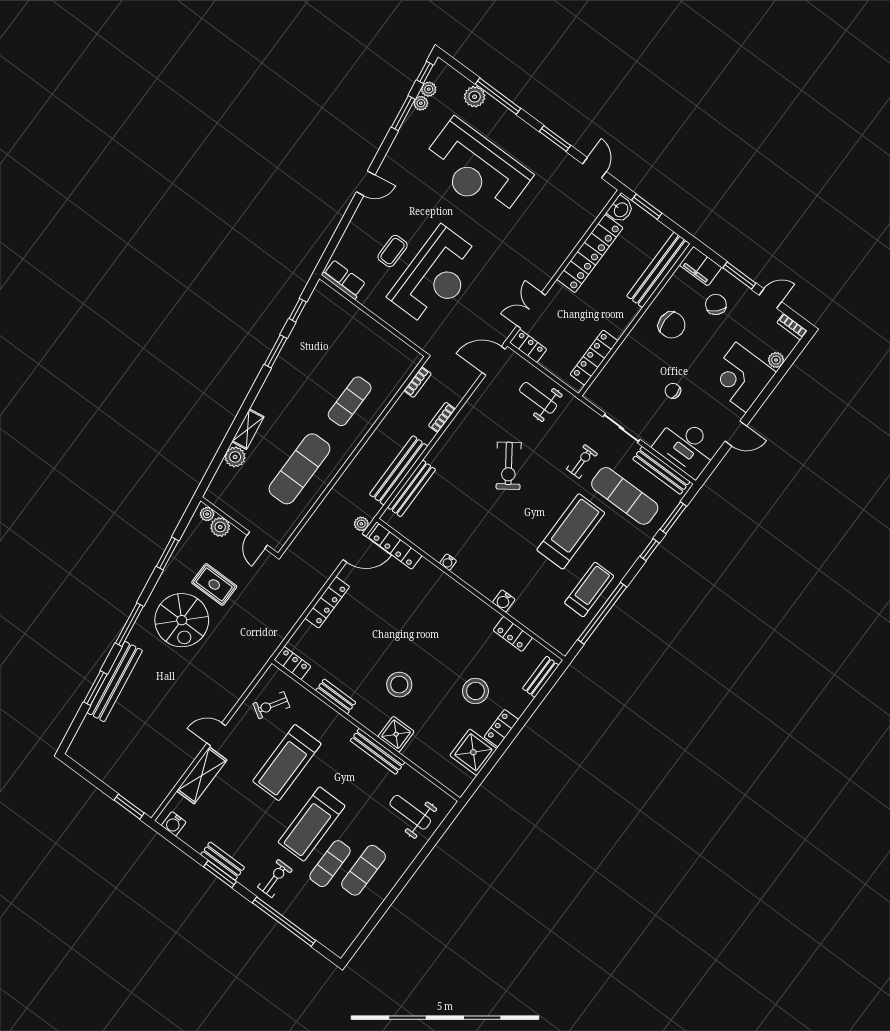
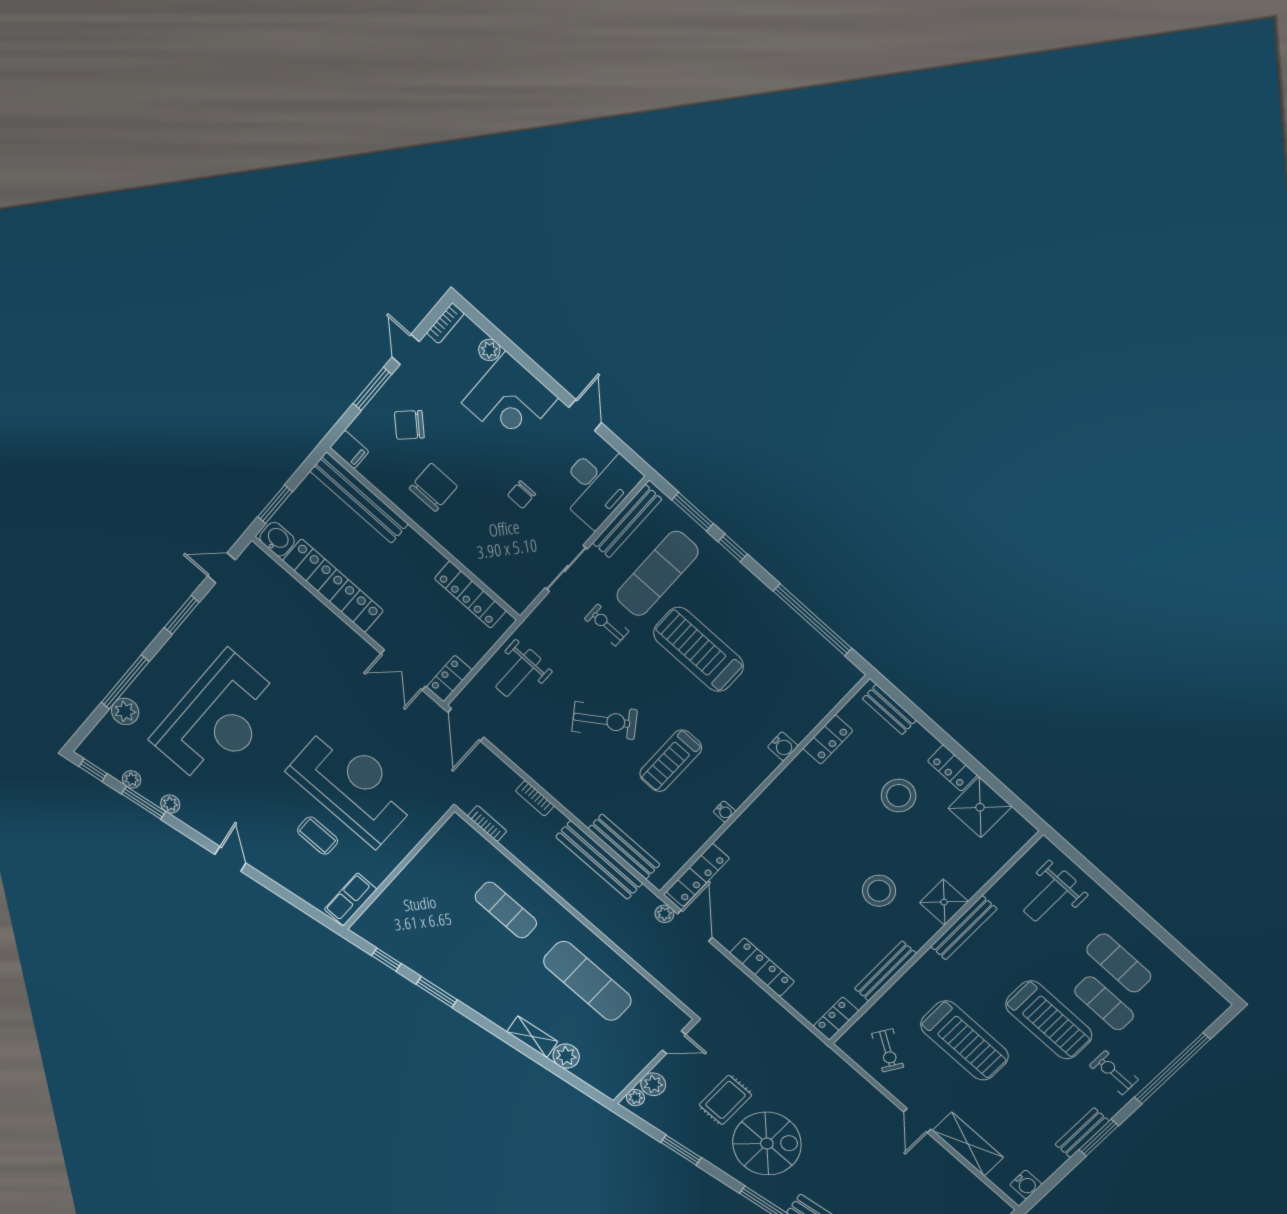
plant: (429, 89) -> (170, 804), moved
filing cabinet: (700, 266) -> (349, 450), width x0.50
treadmill: (589, 589) -> (671, 761), moved, turned -90
bench: (336, 696) -> (885, 971), width x1.36

